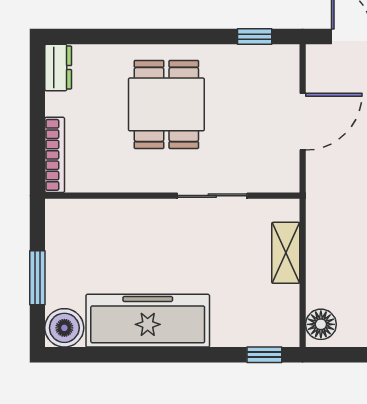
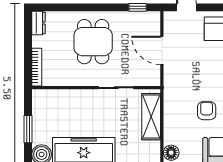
door: (303, 122) -> (162, 50), swing flipped
shelving: (286, 253) -> (151, 117), width x1.50, depth x1.33

